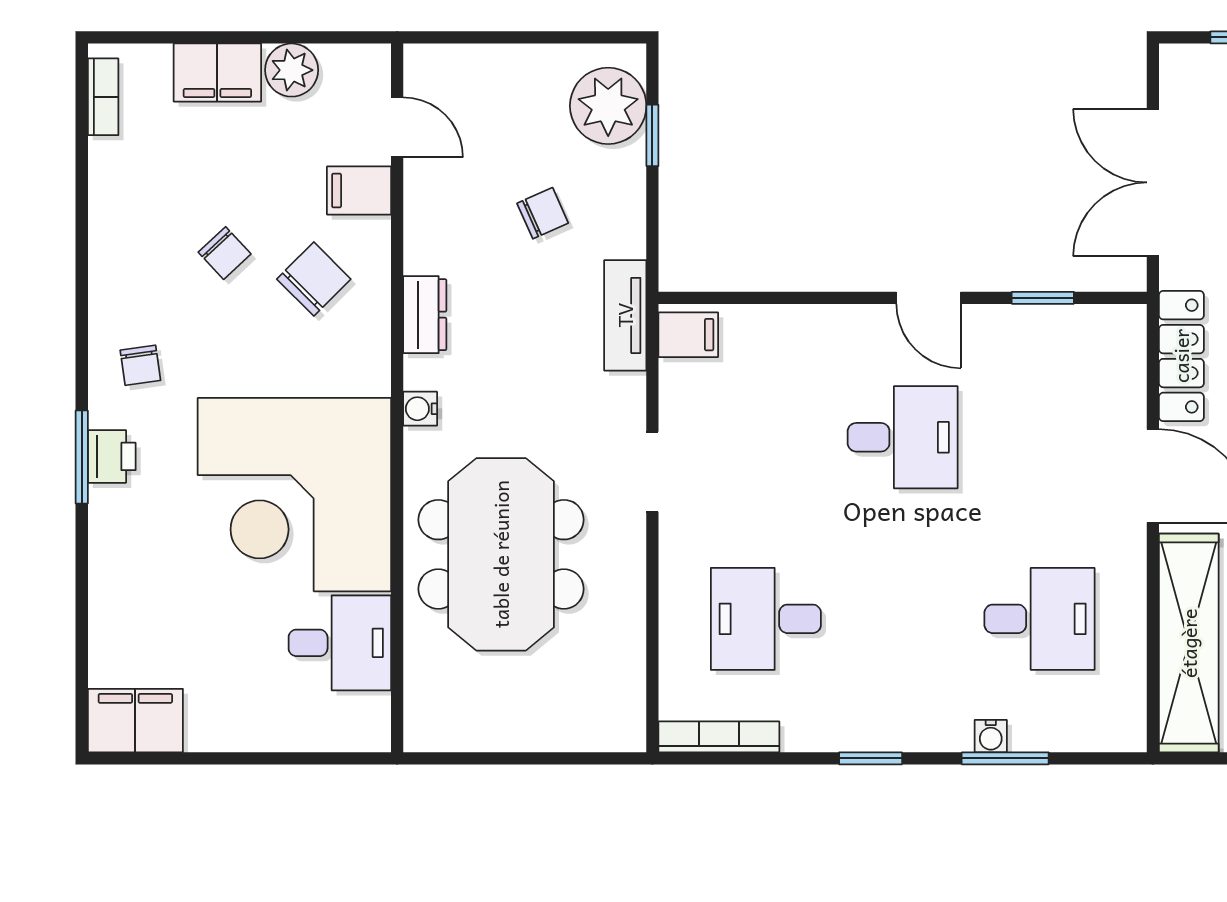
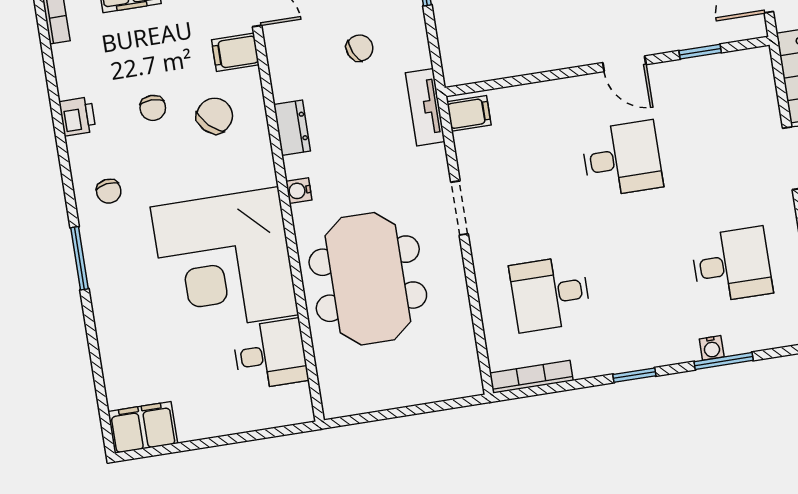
chair: (225, 253) -> (153, 108), turned 43
printer: (112, 456) -> (77, 116), moved

